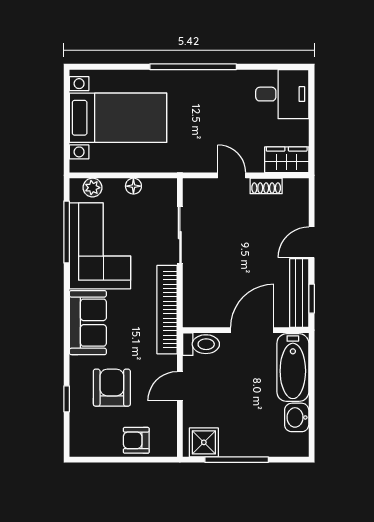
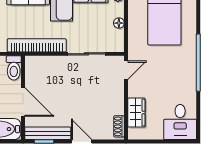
wardrobe: (287, 160) -> (136, 113), moved
door: (232, 175) -> (126, 70), moved
shoe rack: (266, 186) -> (119, 126), moved

